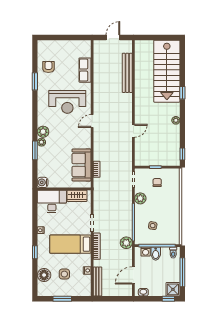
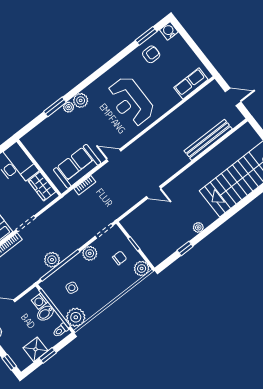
row of seats: (85, 70) -> (191, 84), moved
window: (35, 81) -> (146, 36), moved
window: (182, 93) -> (232, 212), removed
door: (92, 121) -> (114, 155), moved
window: (182, 154) -> (185, 248), moved
plant: (174, 174) -> (142, 268), added
water cooler: (43, 182) -> (169, 31), moved
plant: (173, 237) -> (76, 317), added
plant: (126, 243) -> (52, 260), moved
window: (182, 272) -> (48, 355), width x0.46
shower: (173, 289) -> (36, 349), moved

